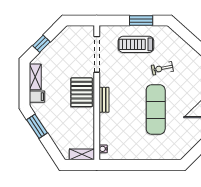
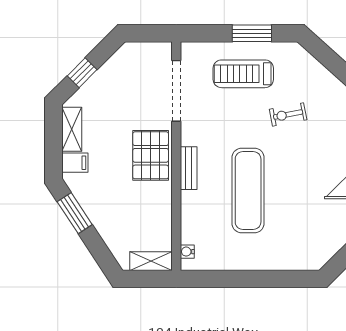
exercise mat: (156, 110) -> (248, 190), moved

